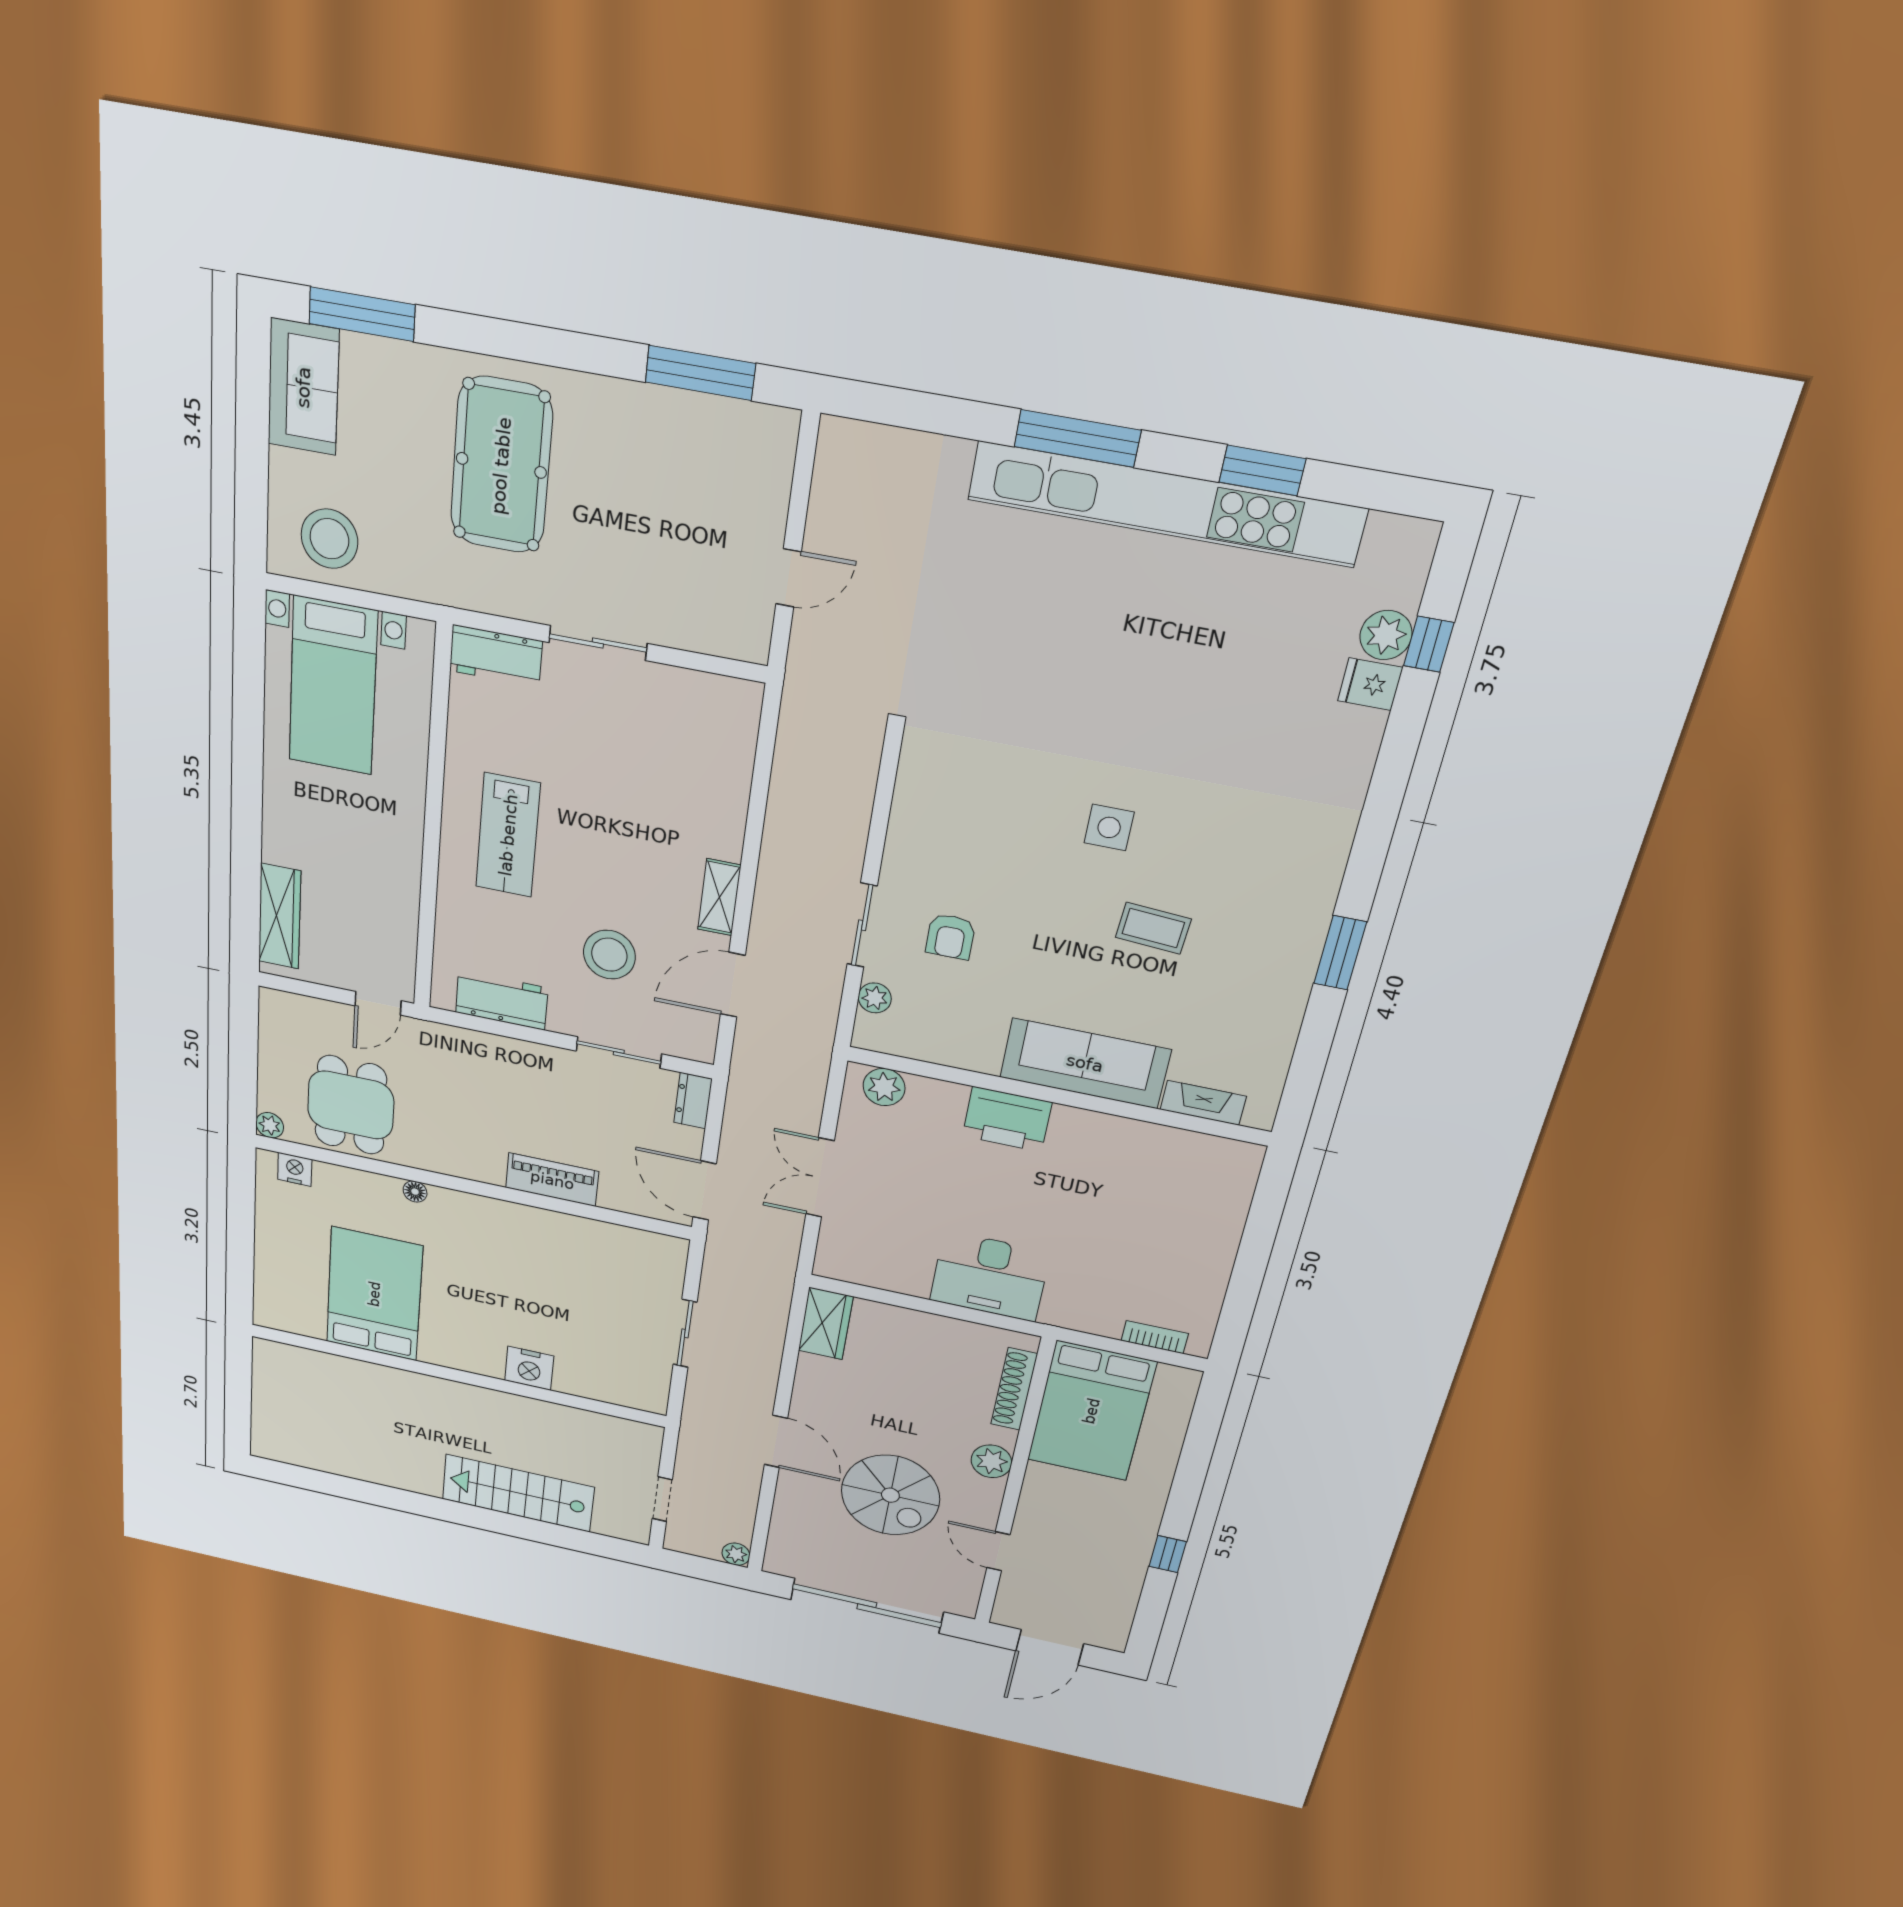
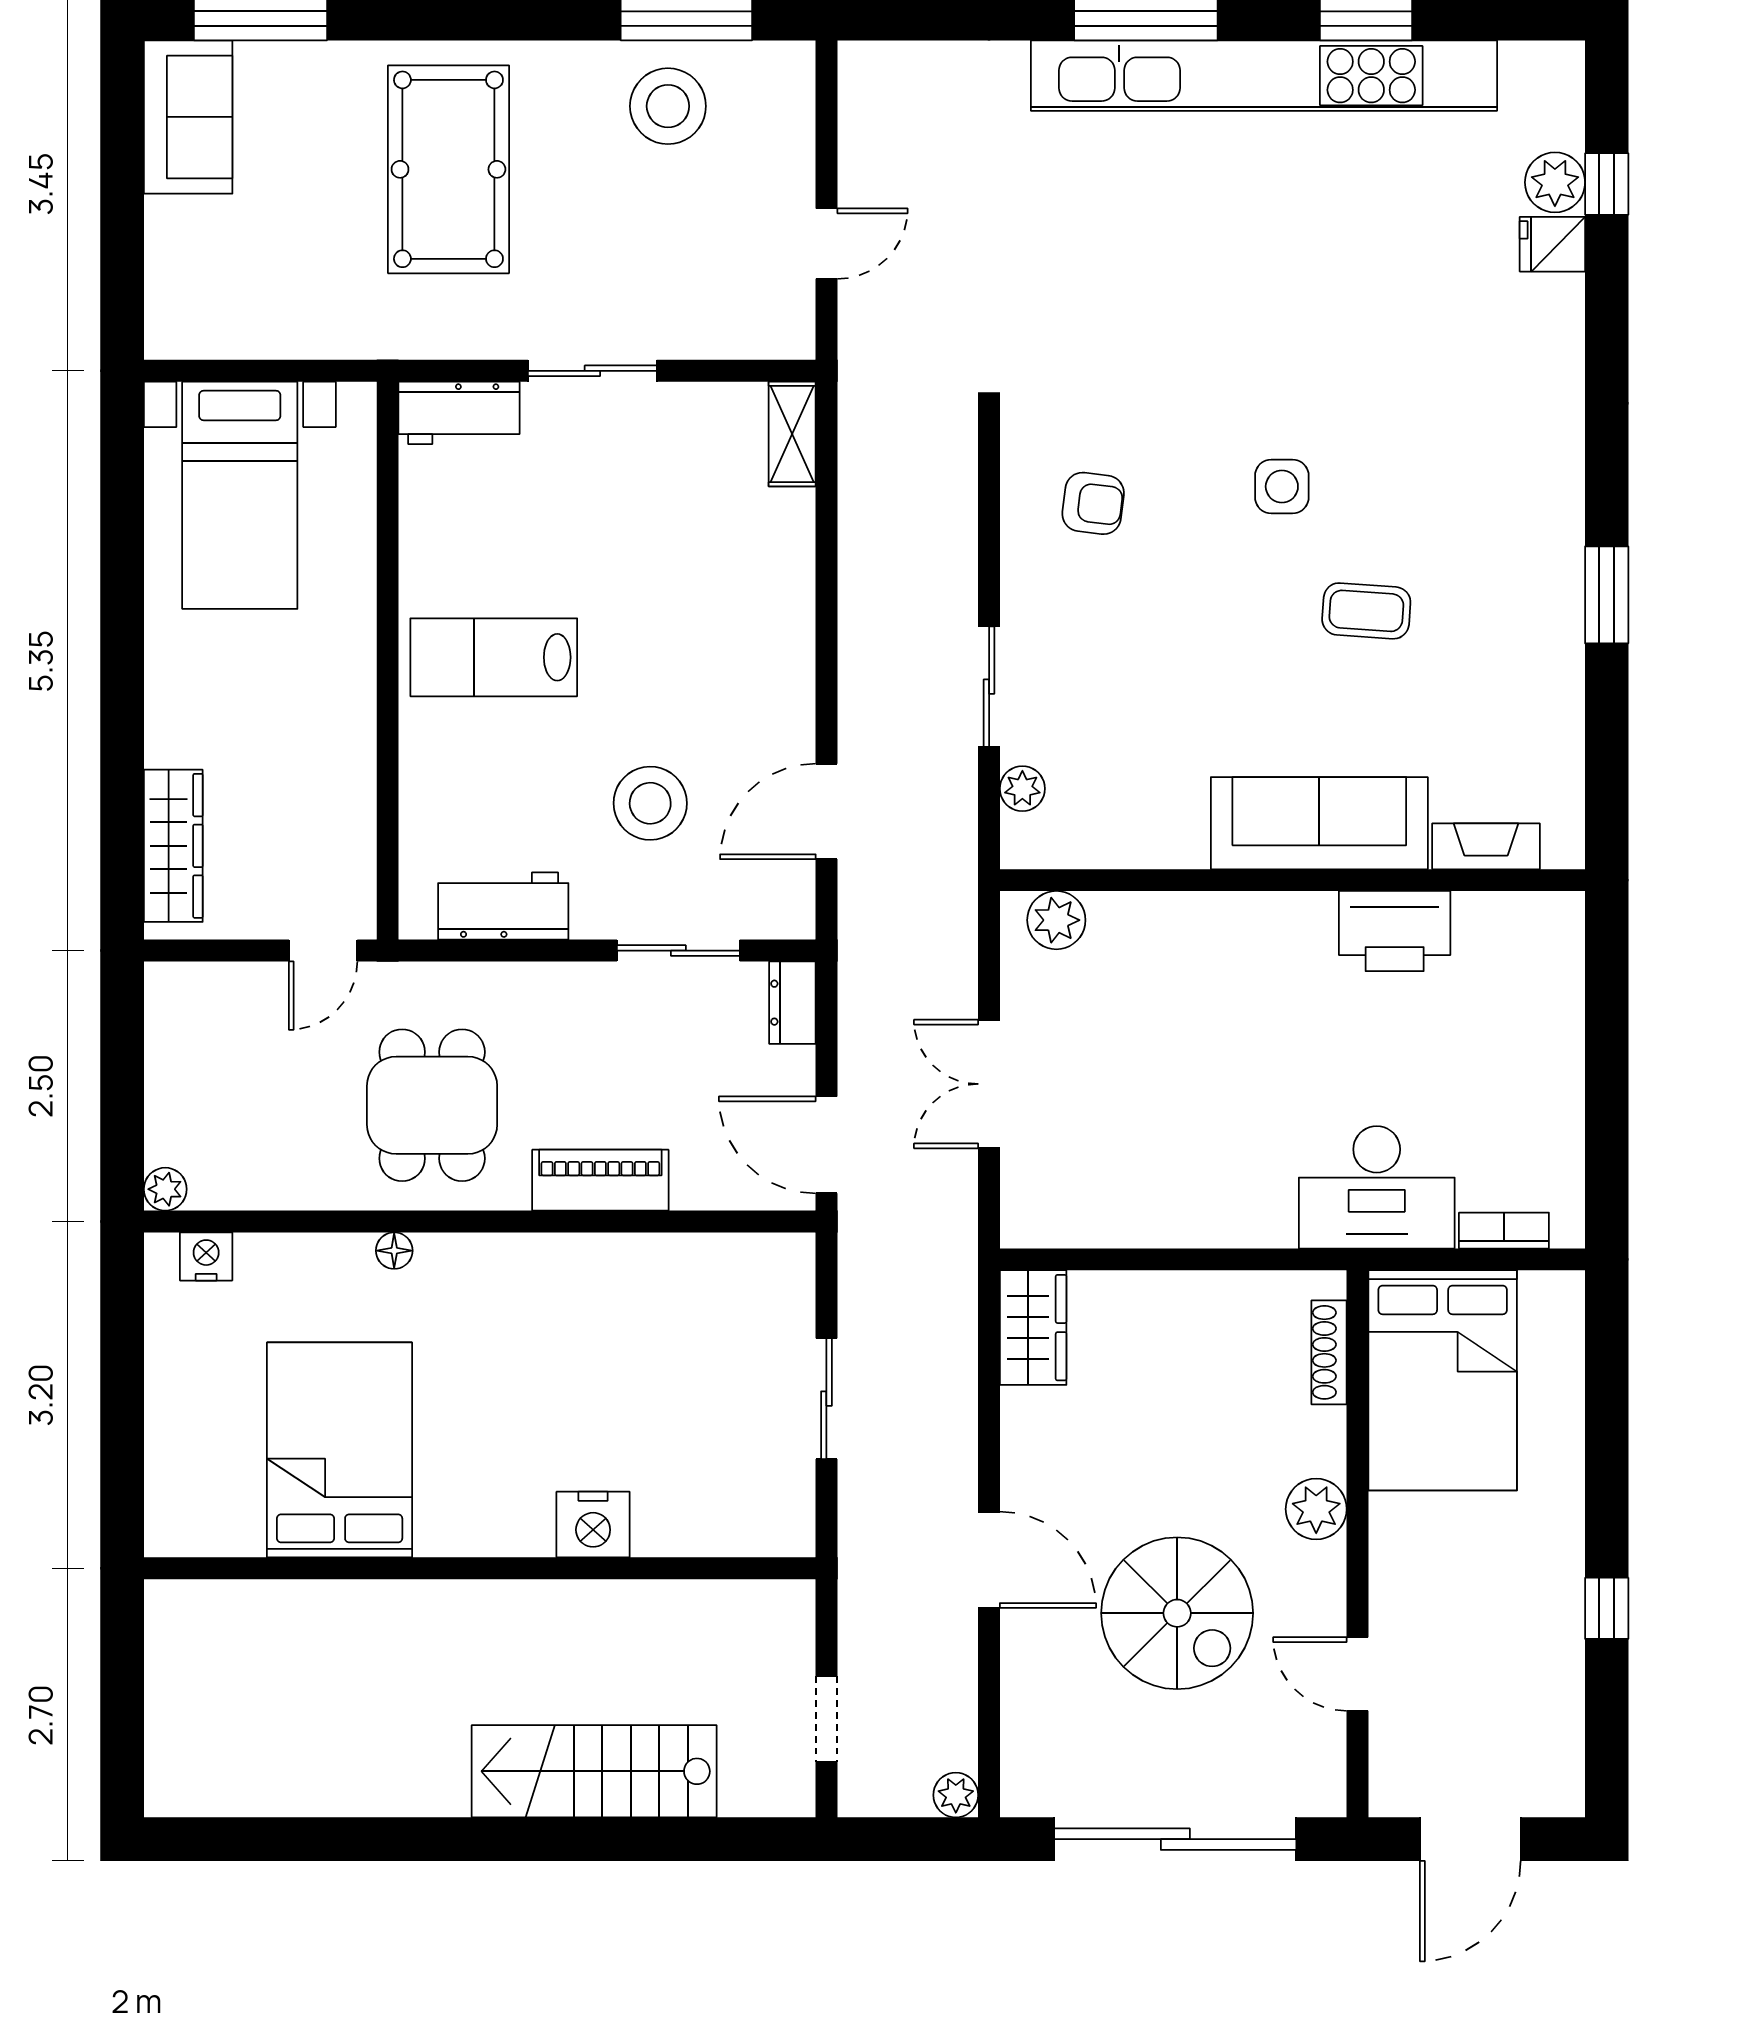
stool: (329, 539) -> (668, 106), moved
lab bench: (508, 835) -> (494, 657), turned 90
shelving: (719, 897) -> (792, 434), moved
armchair: (950, 937) -> (1093, 503), moved, turned -83
dining table: (351, 1105) -> (432, 1105), moved
printer: (1007, 1119) -> (1395, 931), moved
desk: (990, 1276) -> (1377, 1187), moved
shoe rack: (1014, 1389) -> (1329, 1352), width x0.74, depth x0.81

